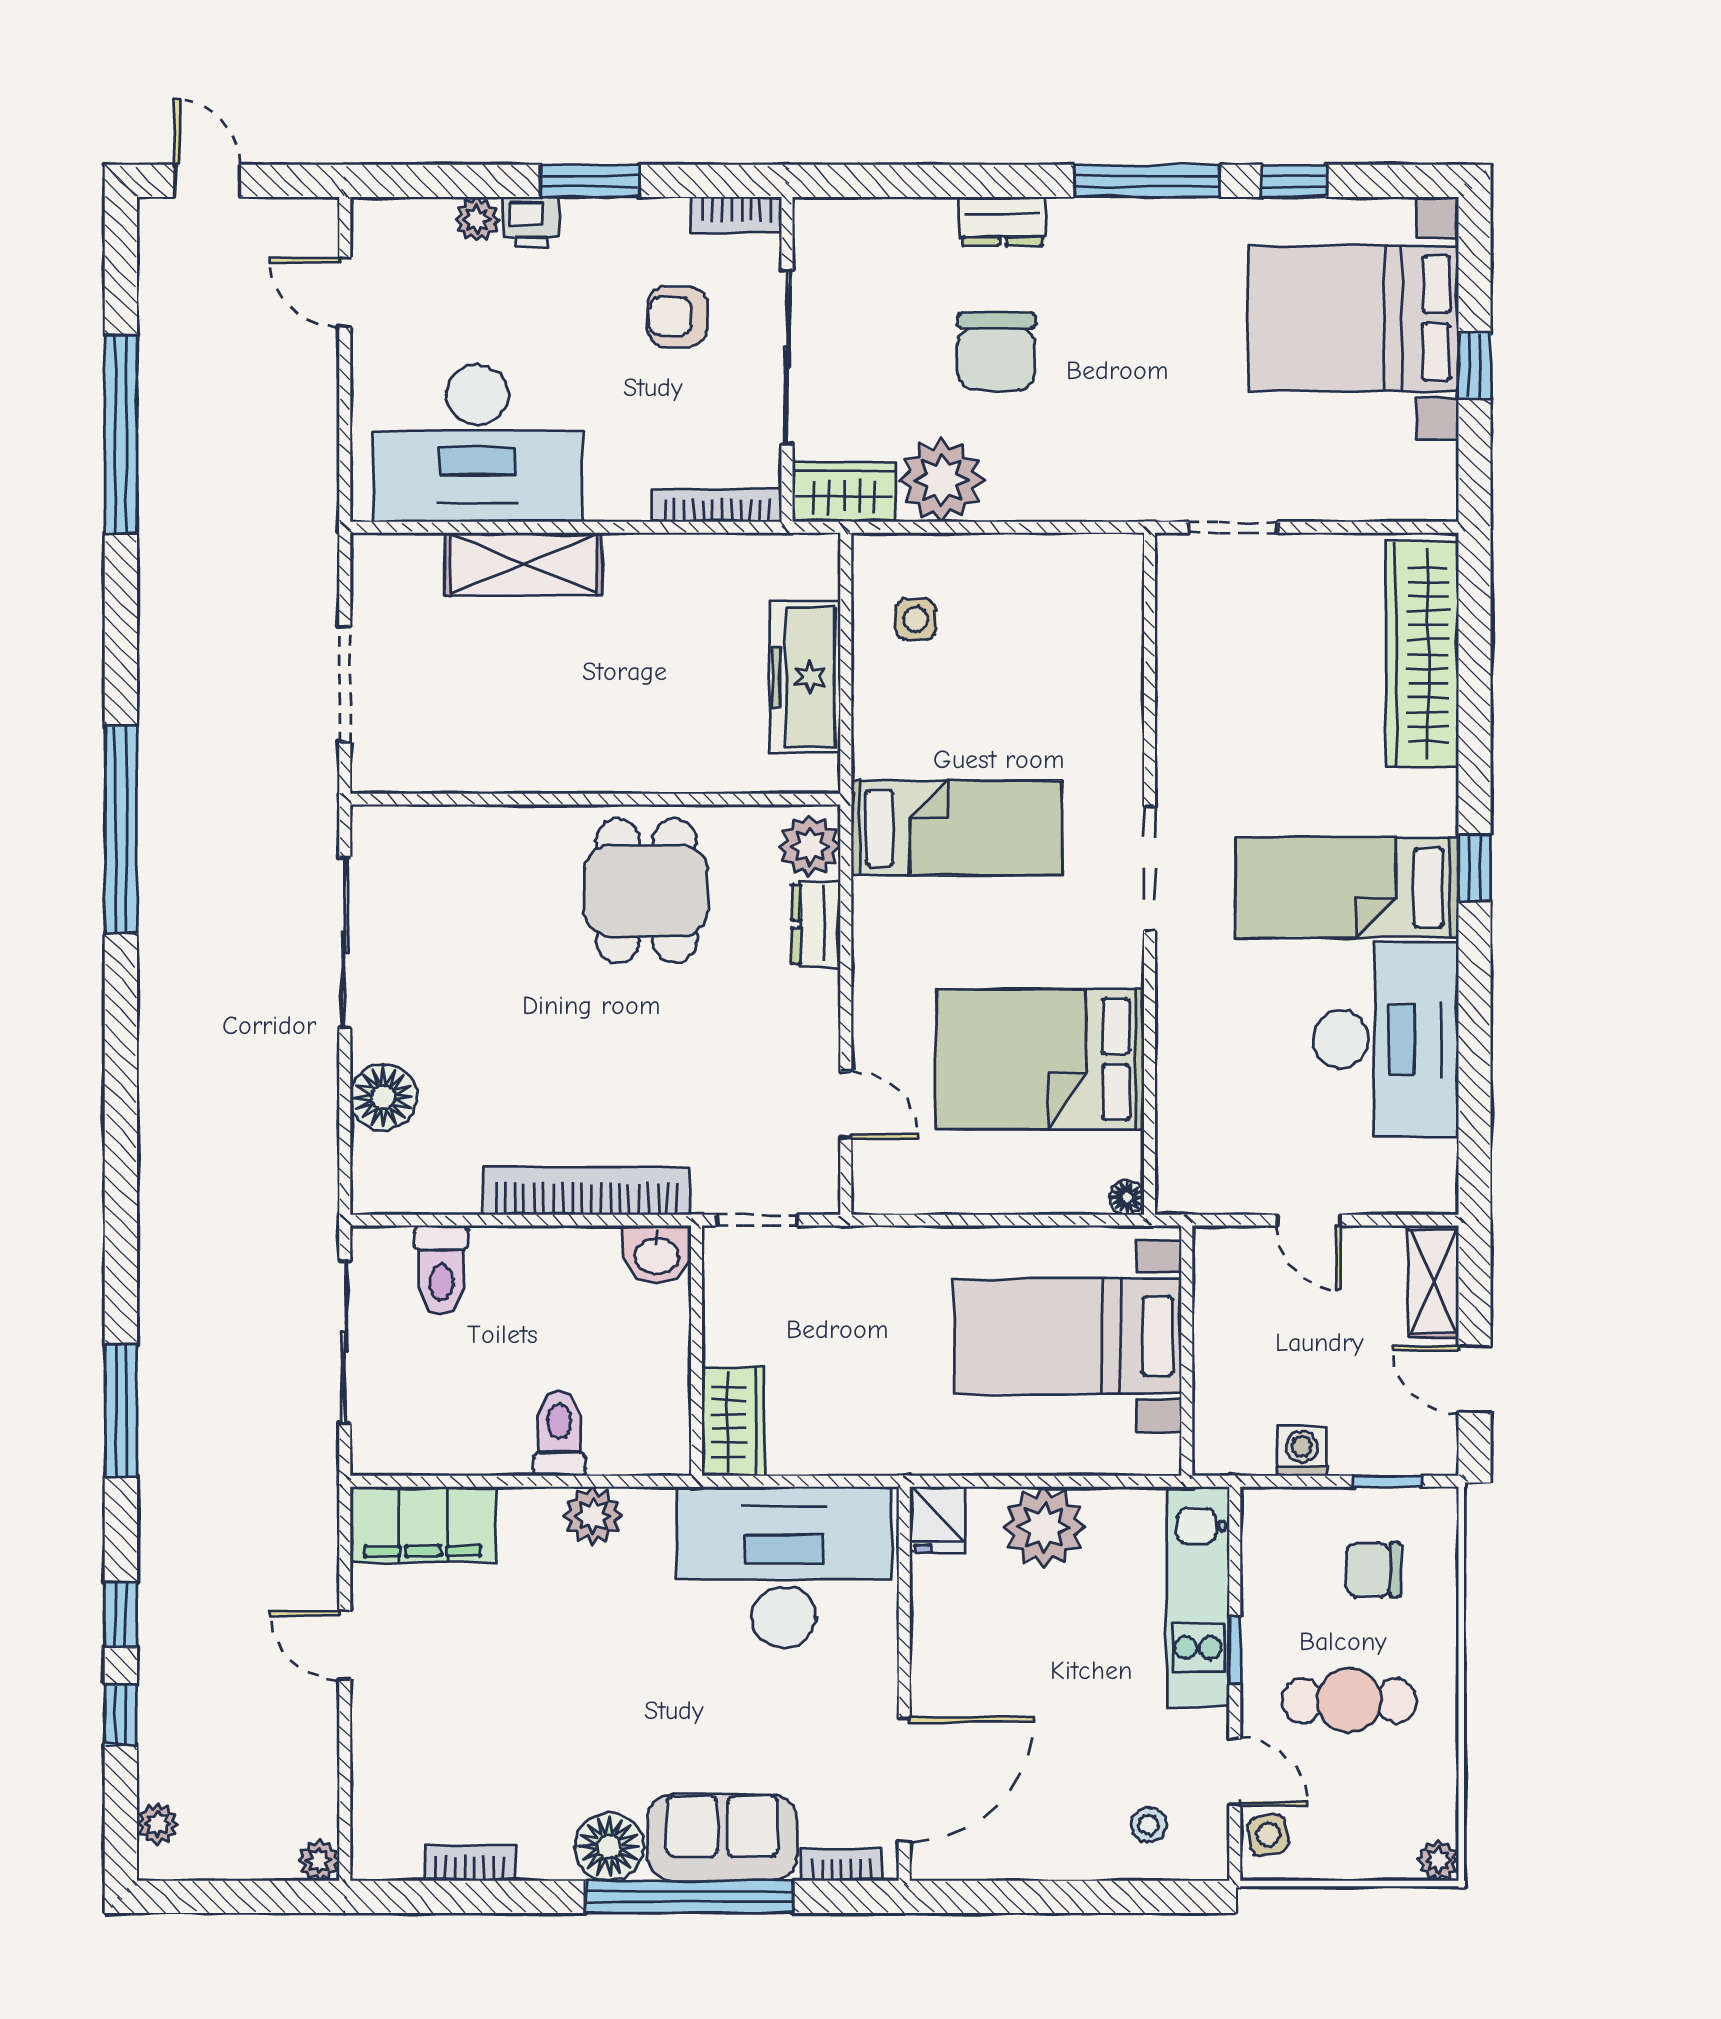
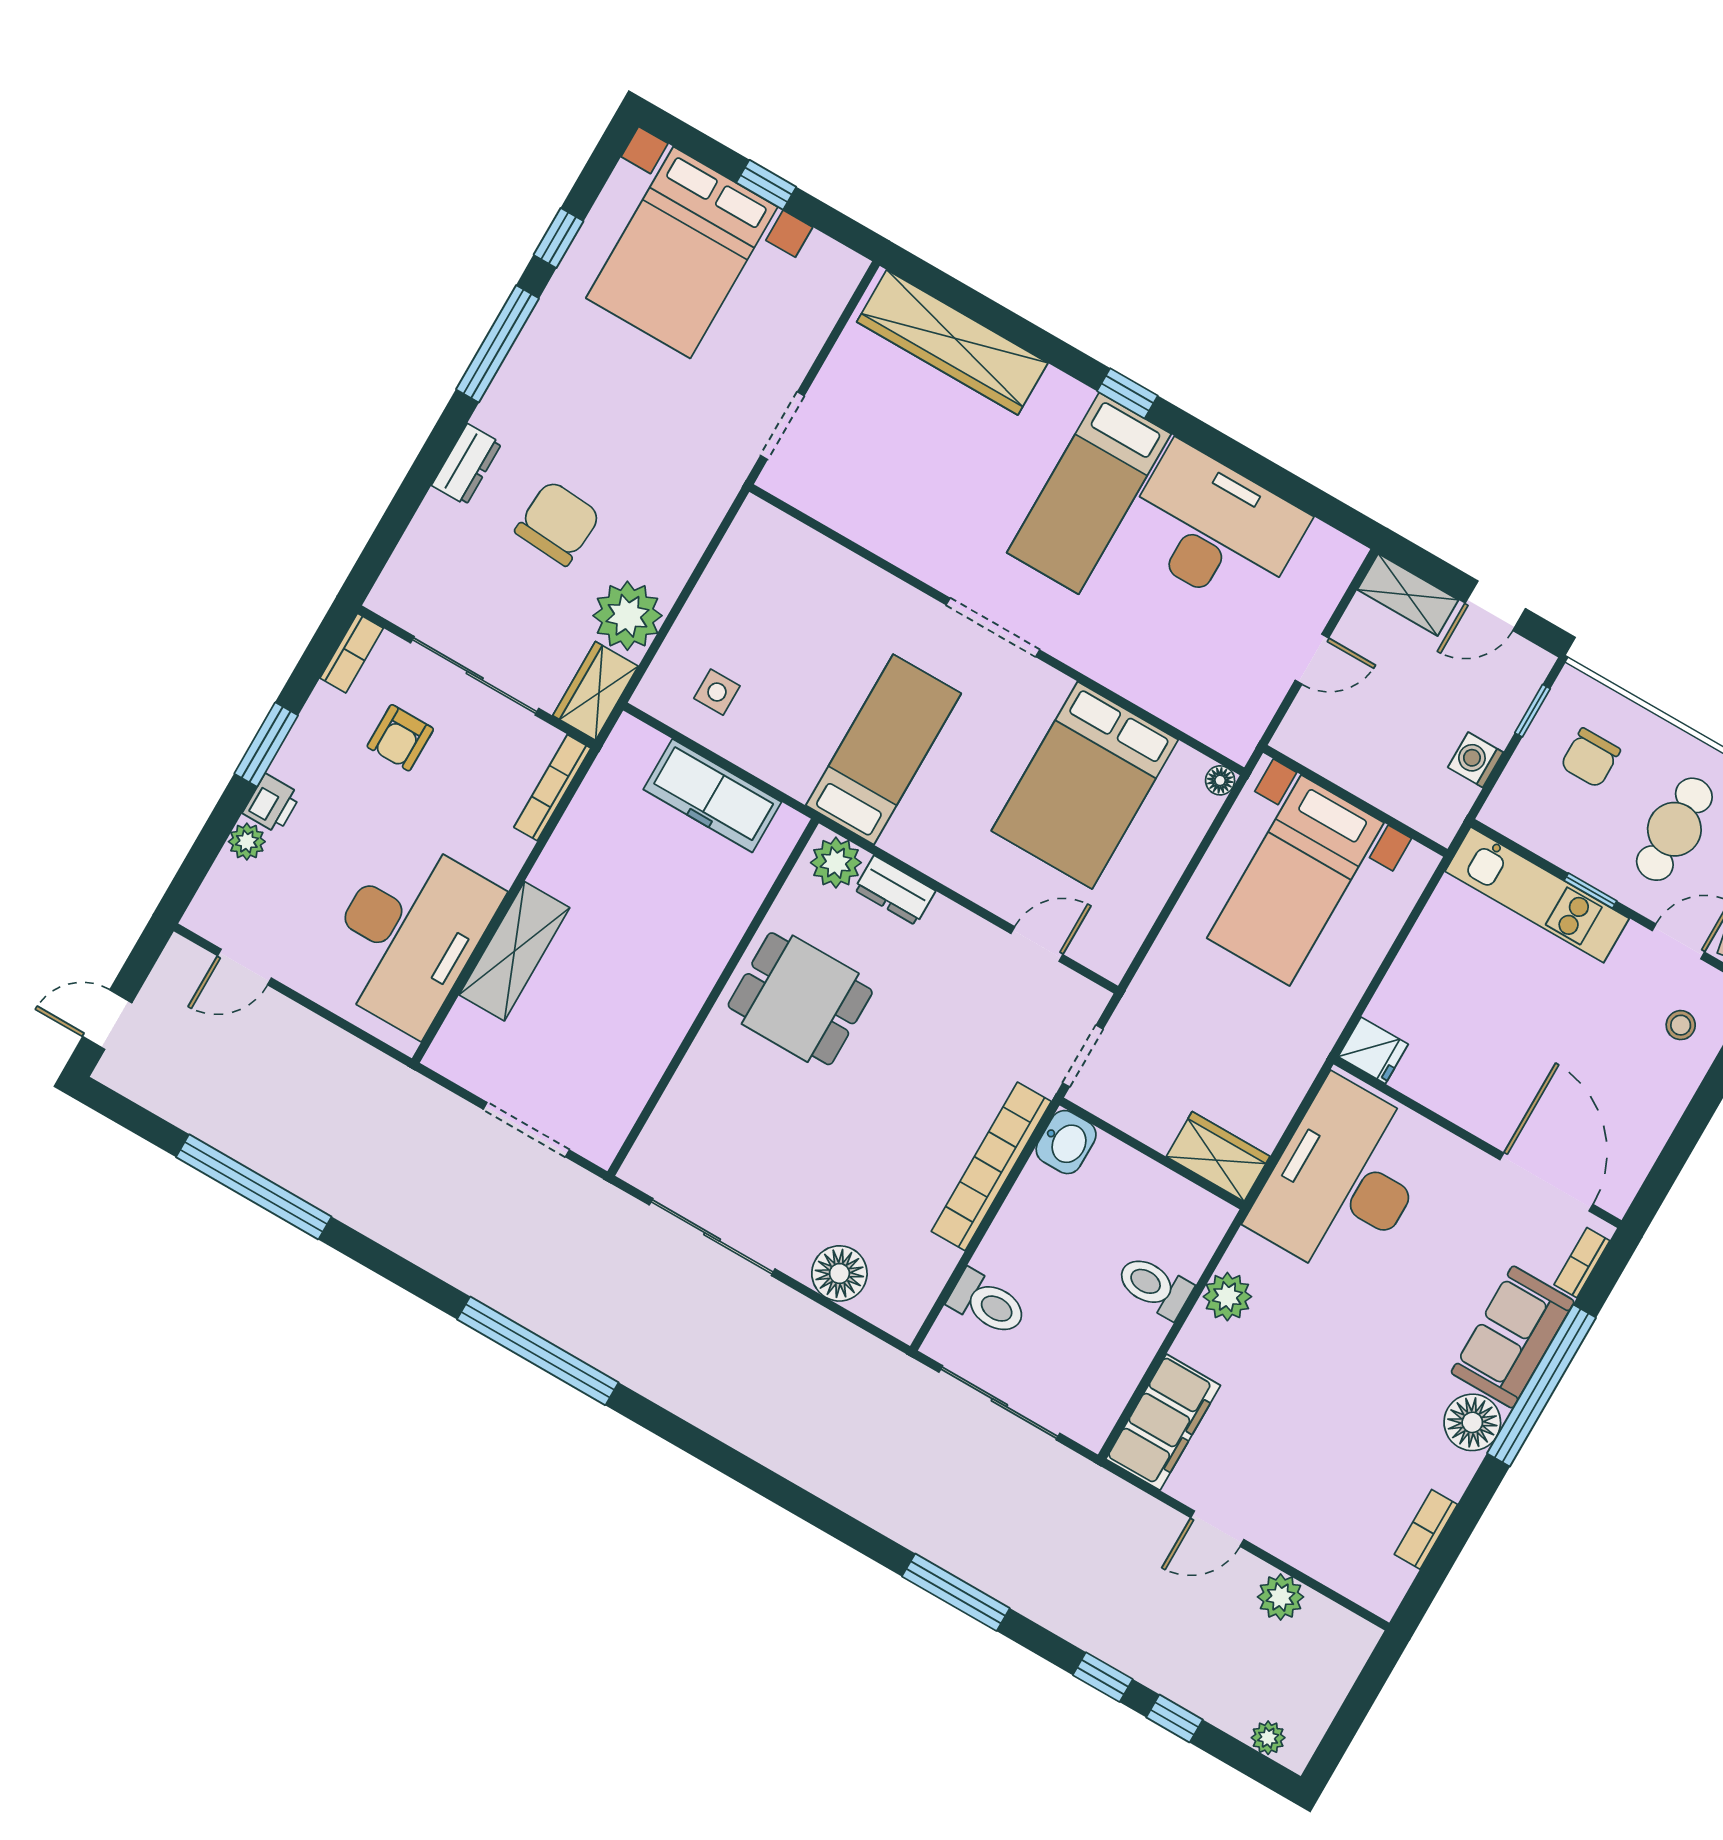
chair: (996, 352) -> (558, 523), turned -86
plant: (1044, 1527) -> (1423, 977), removed
plant: (319, 1861) -> (1281, 1597), moved, width x1.38, depth x1.38

